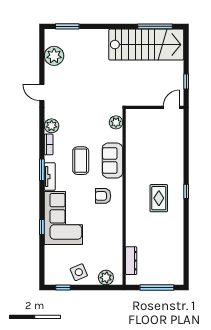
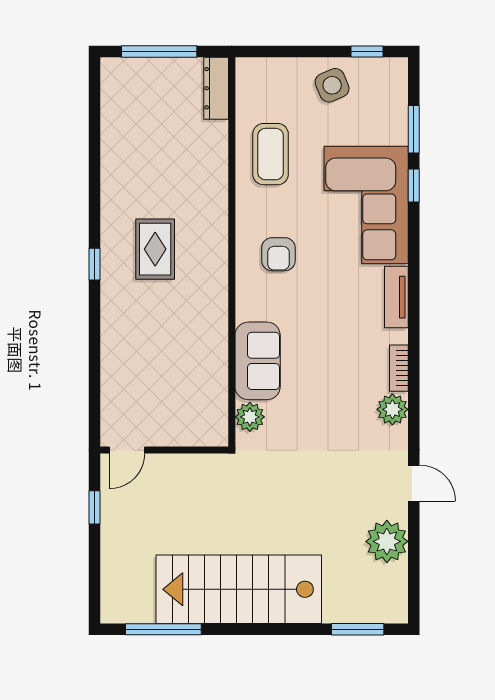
stairs: (146, 45) -> (239, 589), moved
plant: (54, 56) -> (387, 541), moved
coffee table: (81, 161) -> (271, 154), moved
sofa: (112, 161) -> (258, 361), moved
window: (42, 170) -> (414, 129), moved
armchair: (103, 196) -> (278, 254), turned 90
dresser: (131, 261) -> (216, 88), moved
plant: (106, 278) -> (272, 74), removed

